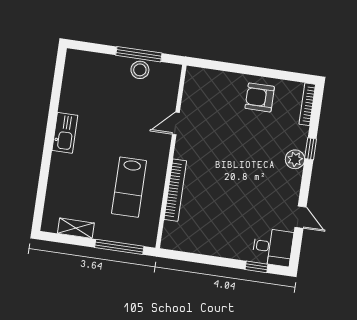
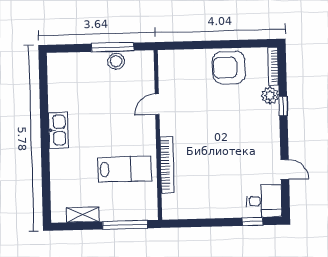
armchair: (260, 97) -> (229, 68), width x1.36, depth x1.36
plant: (295, 159) -> (270, 96), moved
lab bench: (129, 187) -> (125, 169), turned -90

